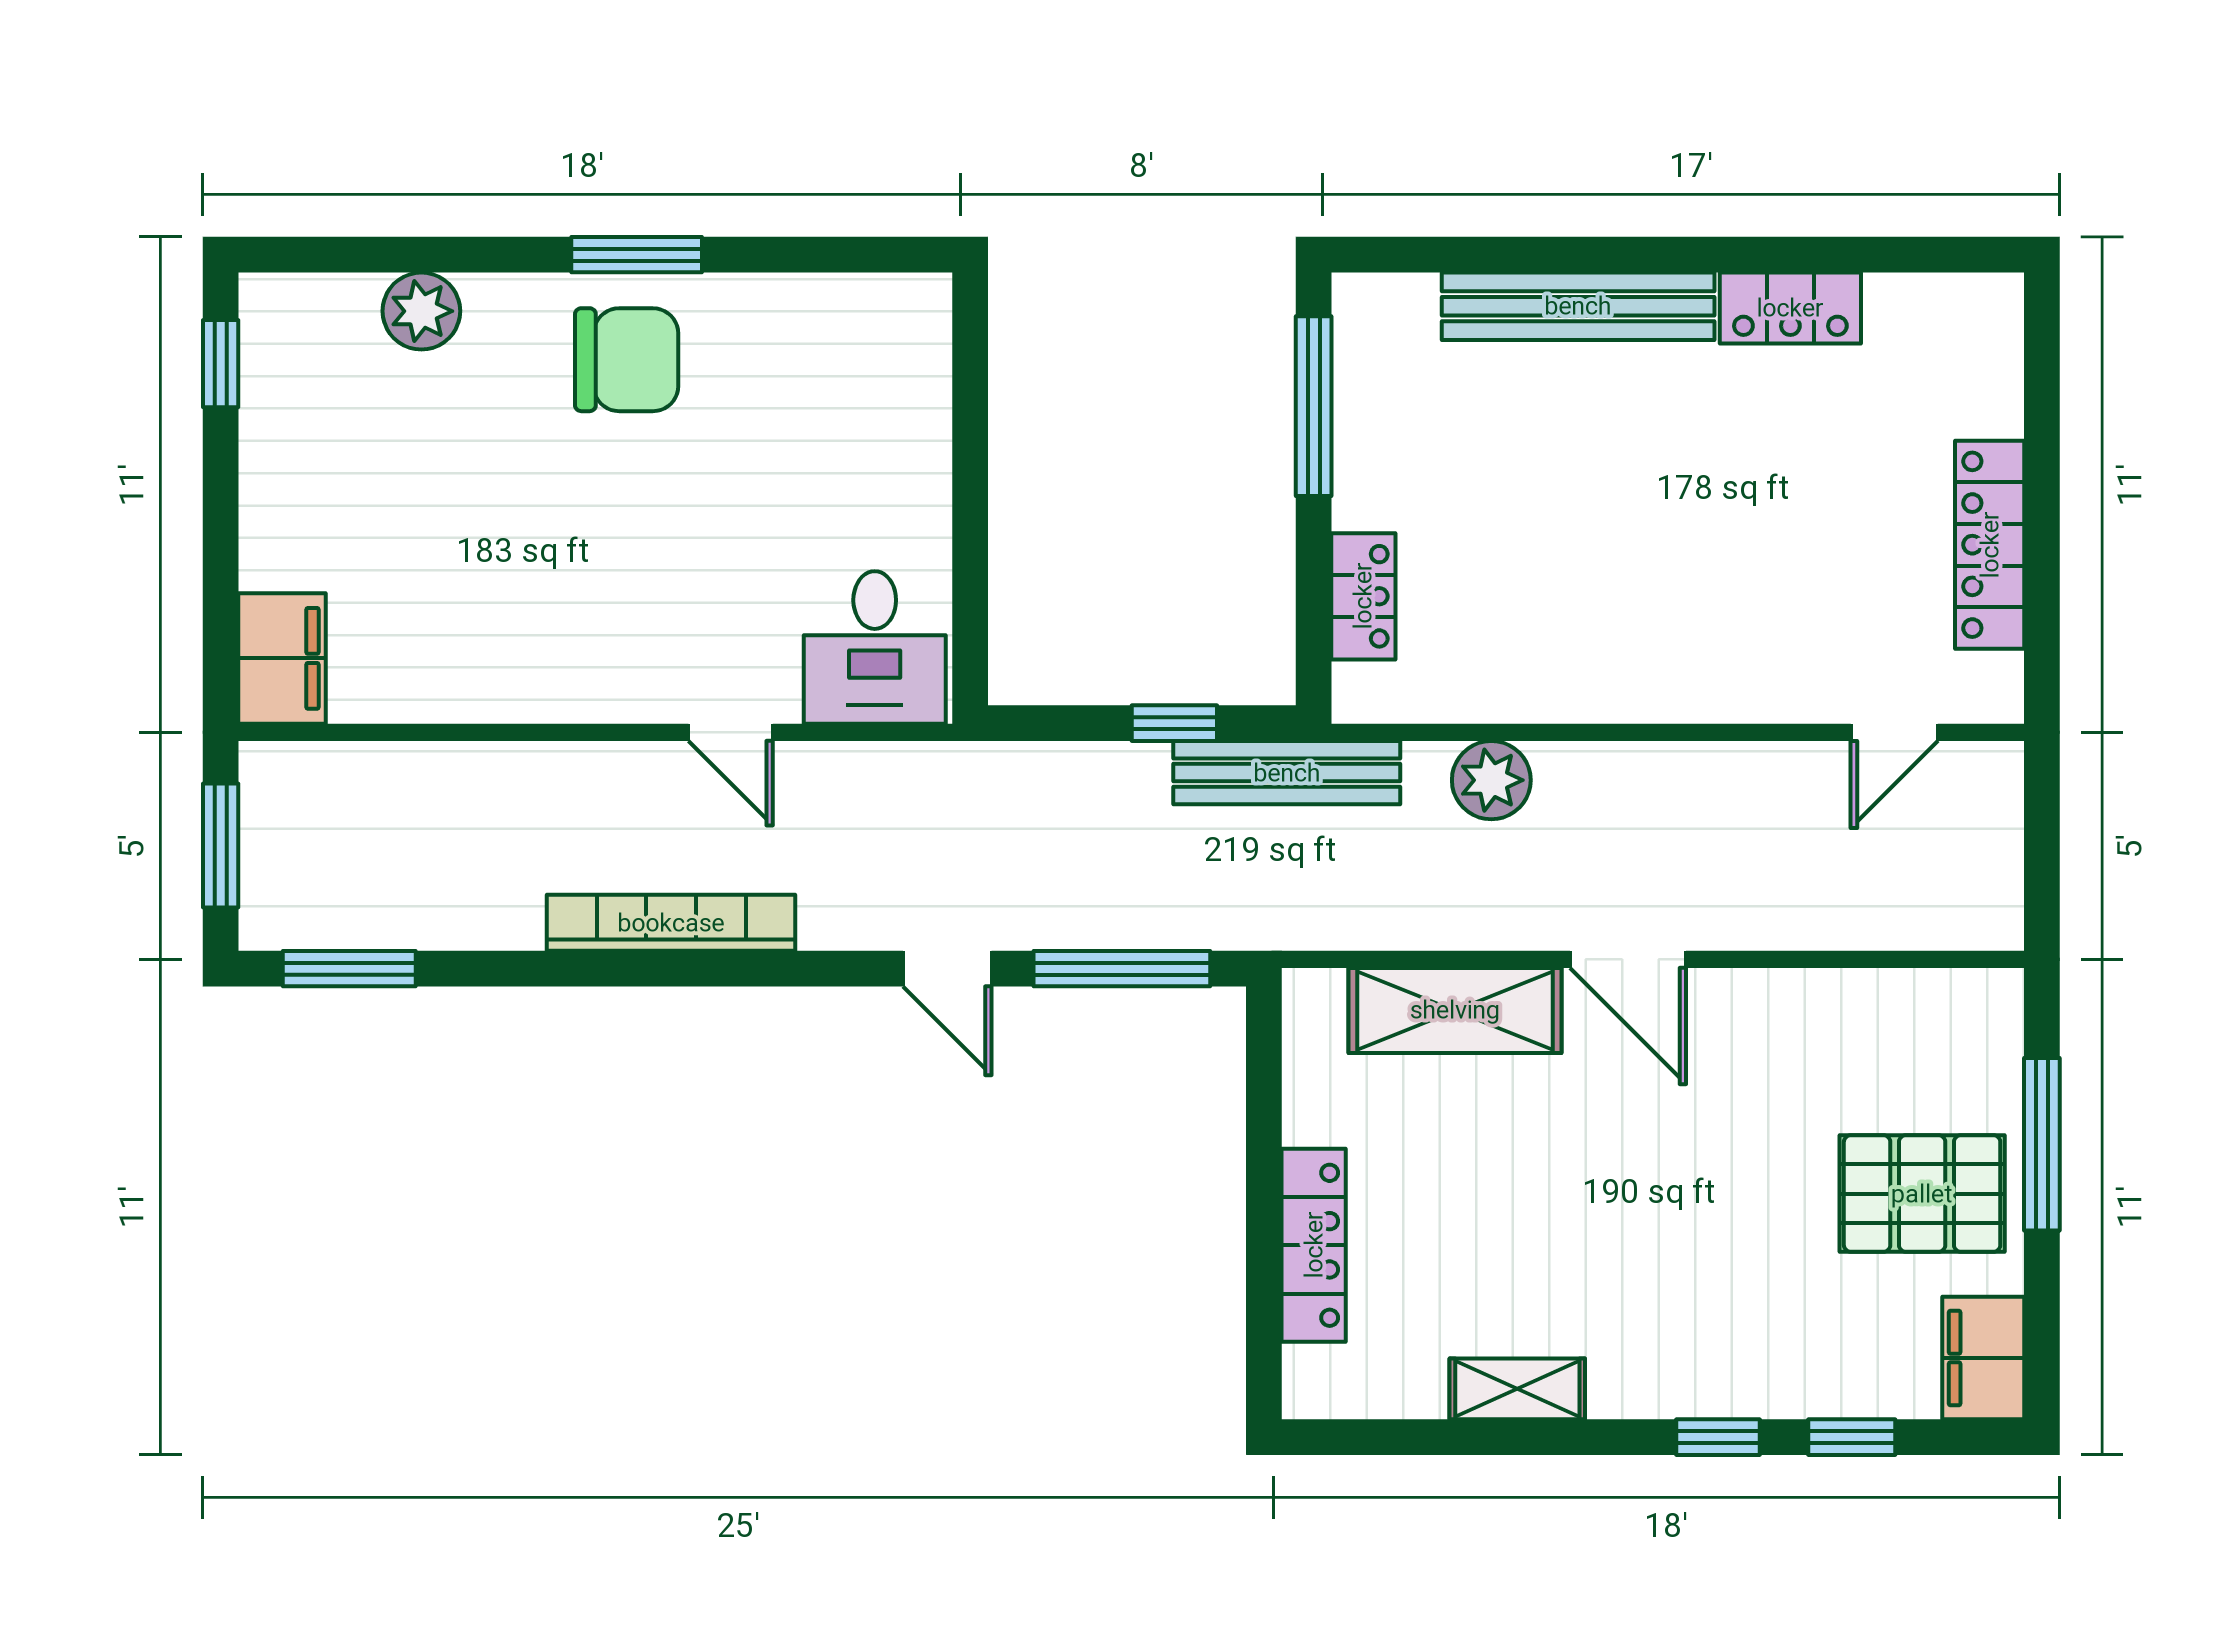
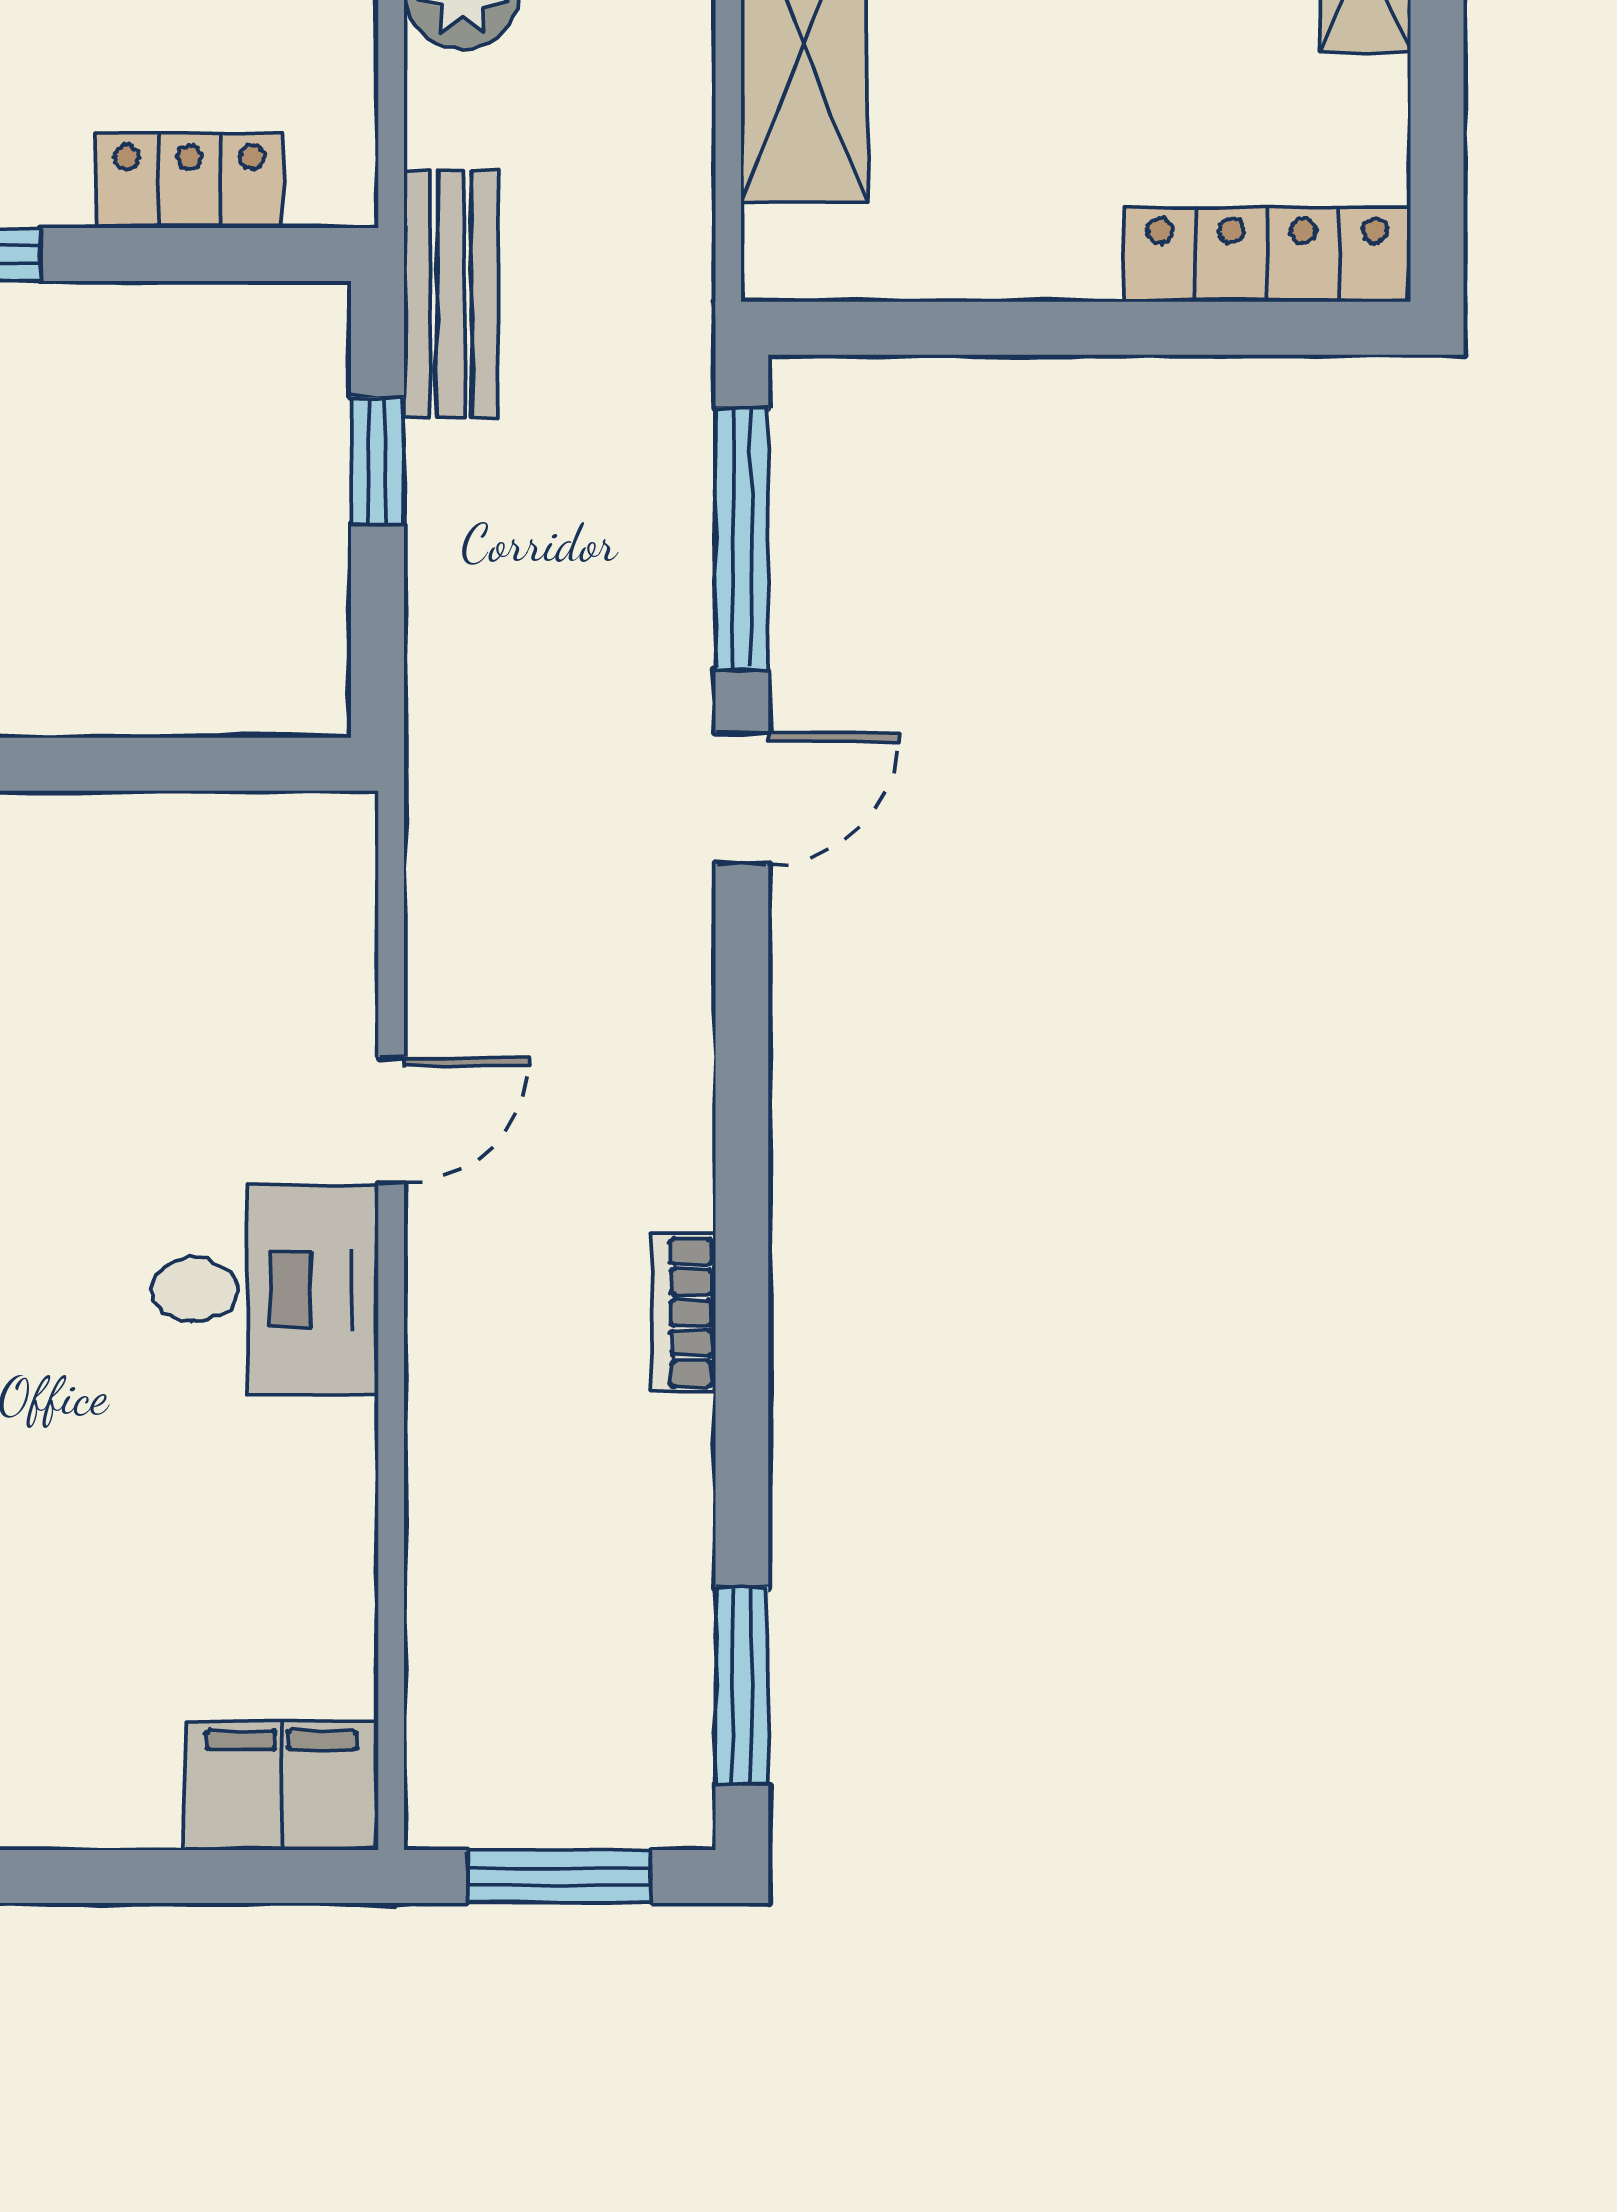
desk: (875, 647) -> (265, 1290), moved
bench: (1287, 773) -> (451, 294), width x0.73
bookcase: (671, 923) -> (684, 1313), width x0.43, depth x0.76
locker: (1314, 1245) -> (1267, 254), moved

